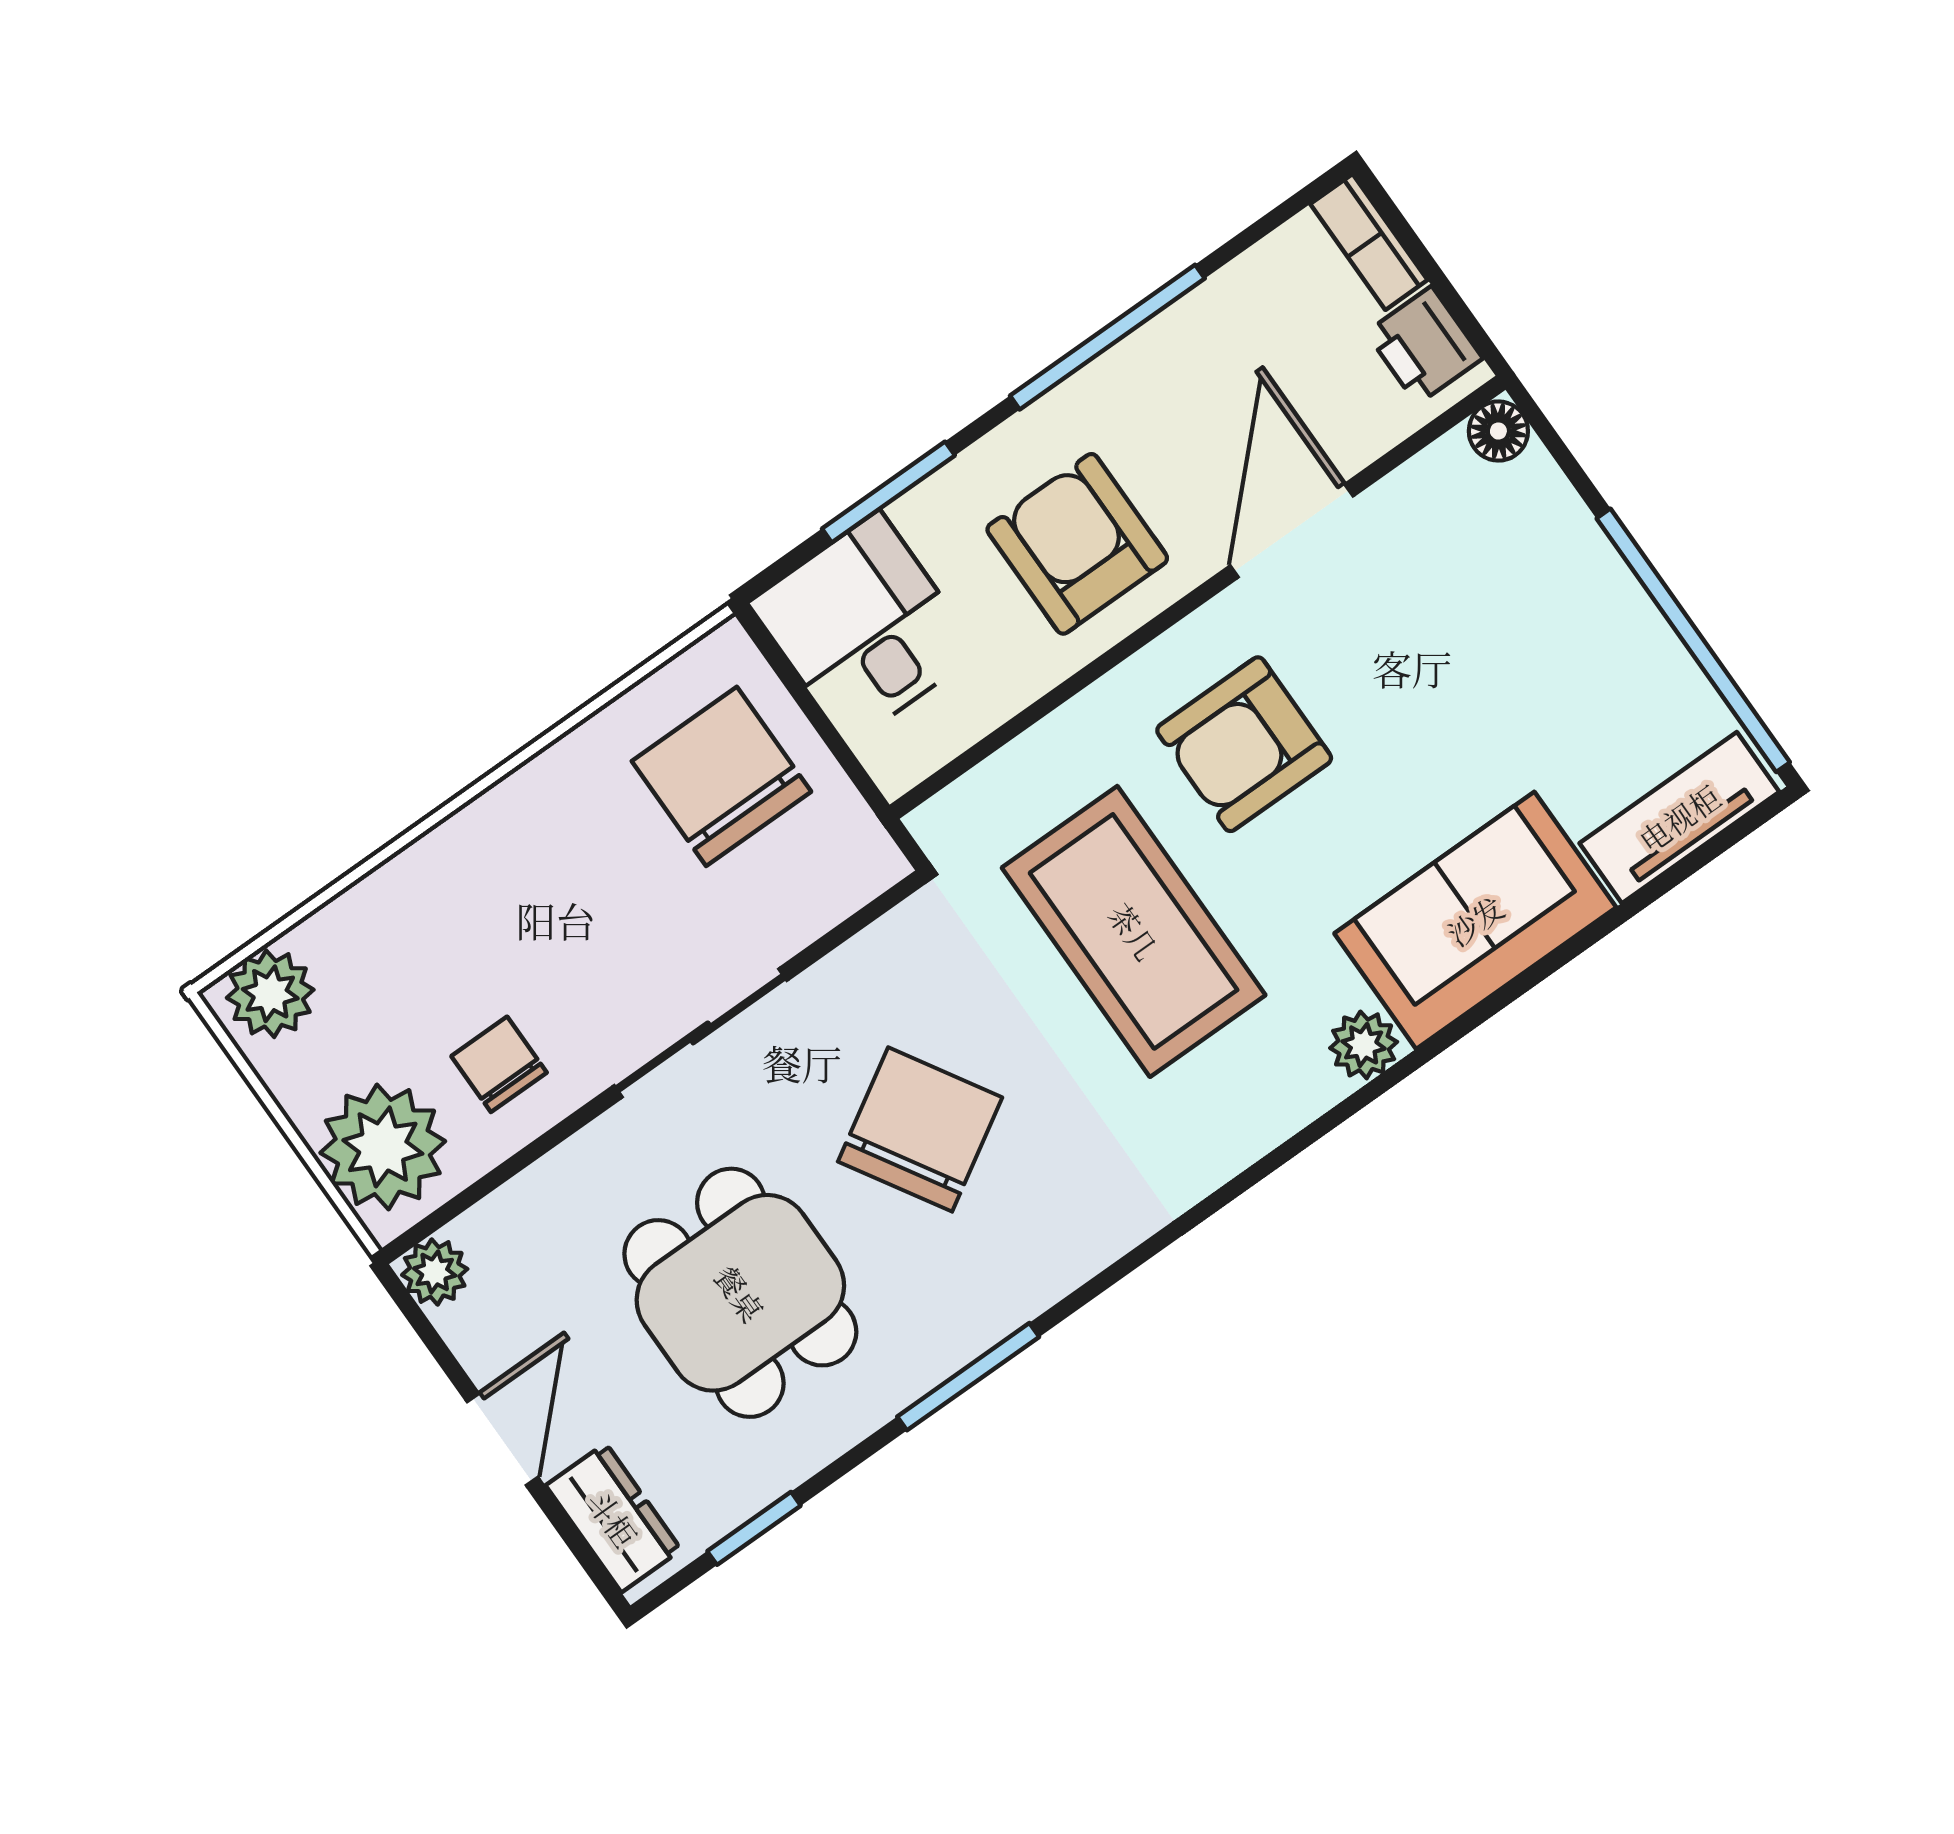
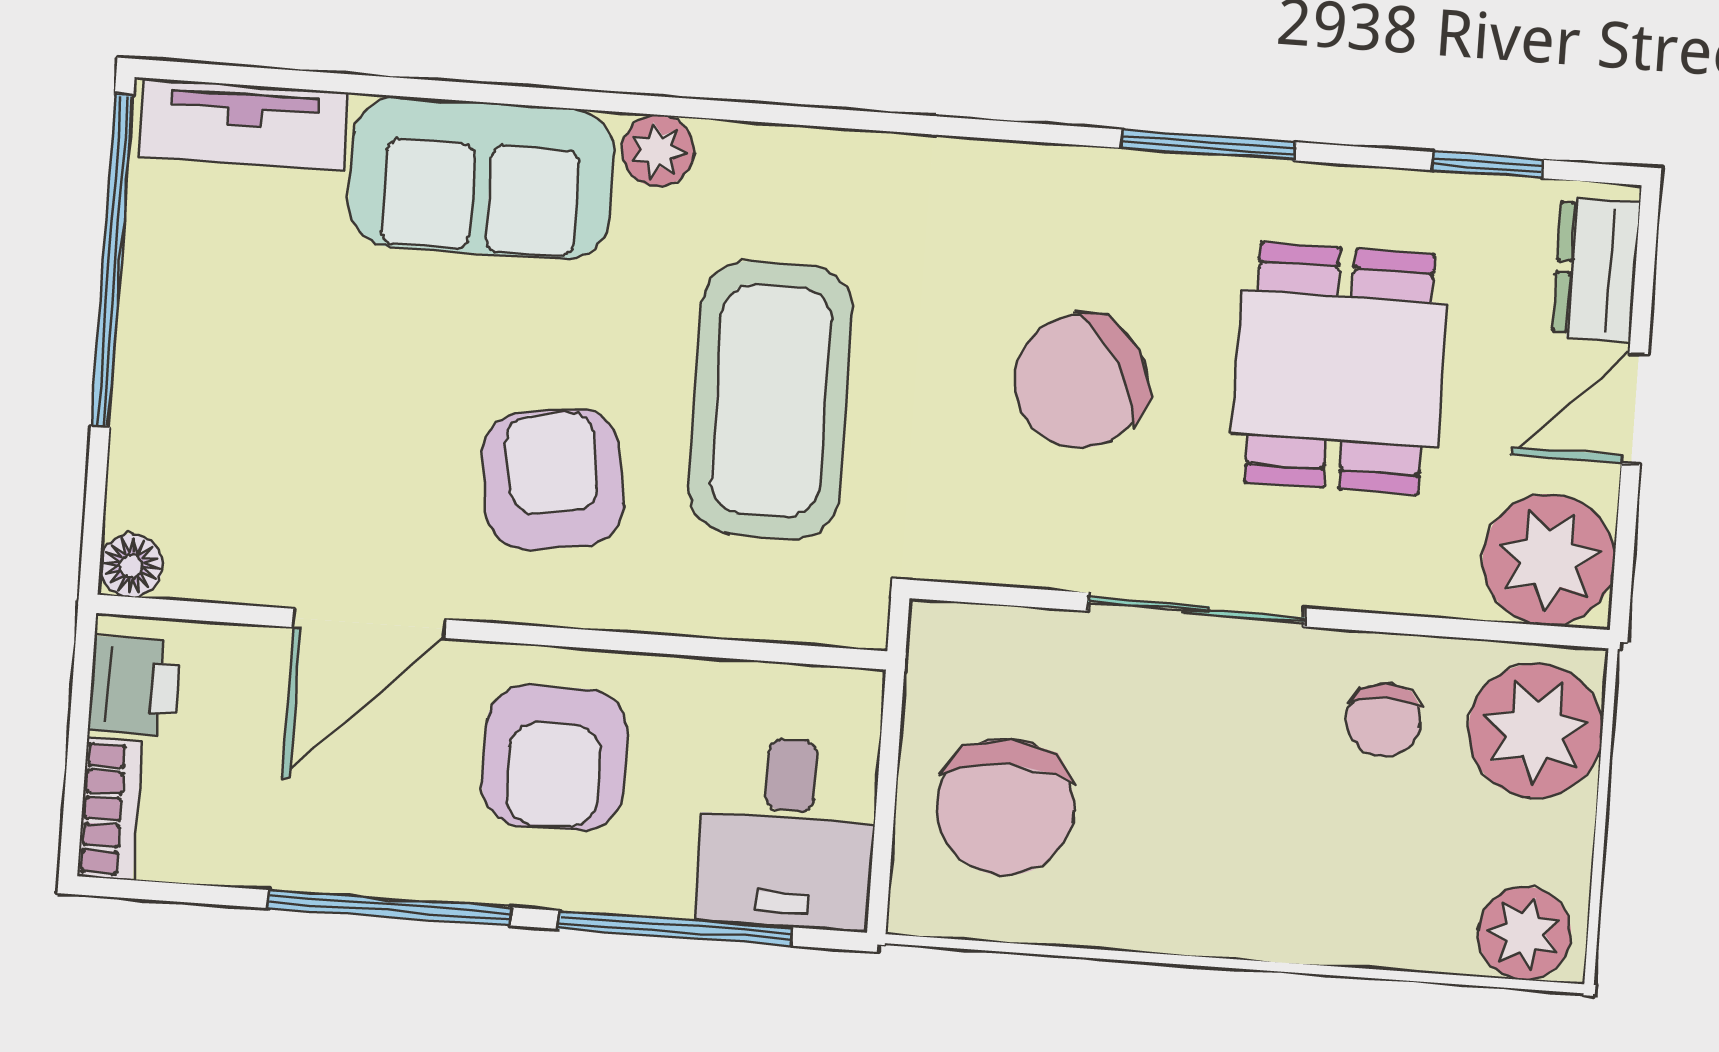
window: (888, 492) -> (675, 928), width x1.44
armchair: (1244, 744) -> (553, 480), turned -98
plant: (435, 1272) -> (1549, 560), width x1.88, depth x1.88

